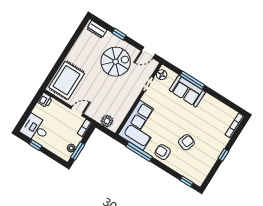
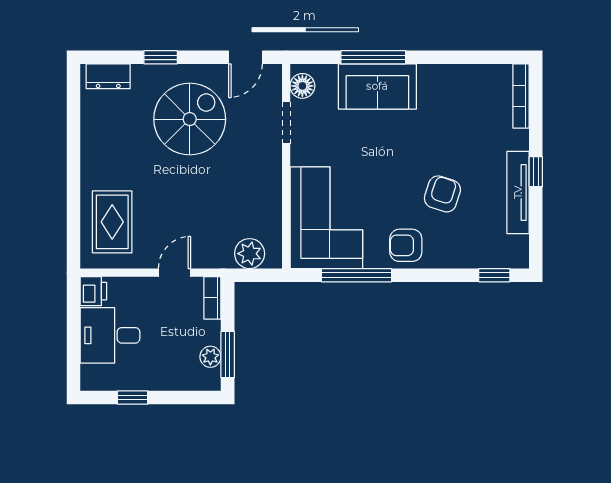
rug: (67, 80) -> (112, 222), width x0.73, depth x0.70
desk: (35, 128) -> (110, 335), moved
tv unit: (213, 158) -> (518, 192), added

